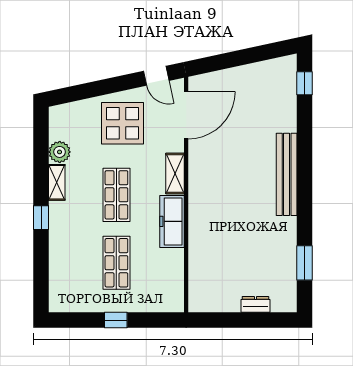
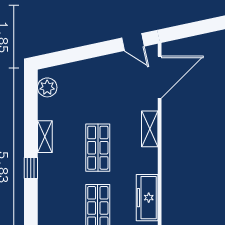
display table: (123, 123) -> (103, 84), removed
plant: (60, 152) -> (47, 87), moved
freezer: (172, 221) -> (147, 198), moved

